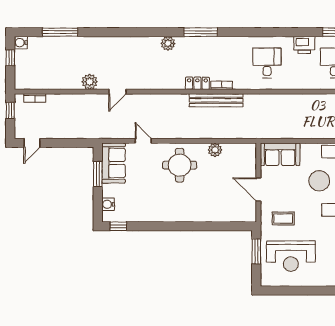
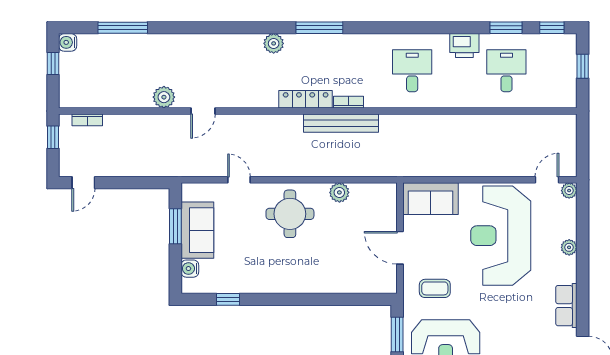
locker: (197, 83) -> (306, 99), width x1.53
sofa: (114, 163) -> (197, 230), moved
window: (118, 226) -> (228, 299), moved

